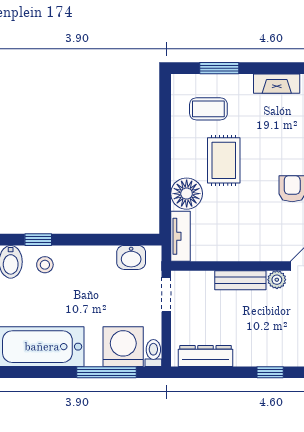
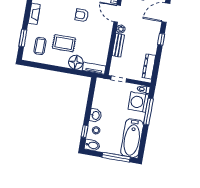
washbasin: (131, 257) -> (95, 115), moved

